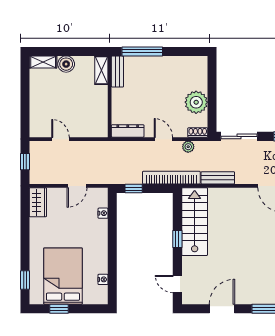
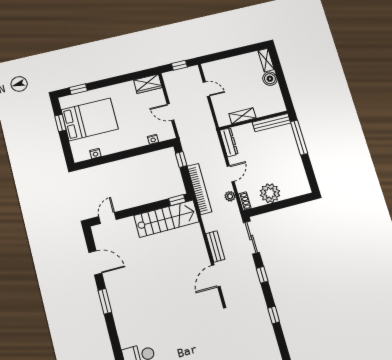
shelving: (101, 70) -> (242, 116), moved
bench: (117, 72) -> (272, 123), width x1.36
door: (60, 139) -> (206, 89), hinge flipped
bench: (218, 178) -> (215, 246), moved
window: (177, 239) -> (177, 200), moved

